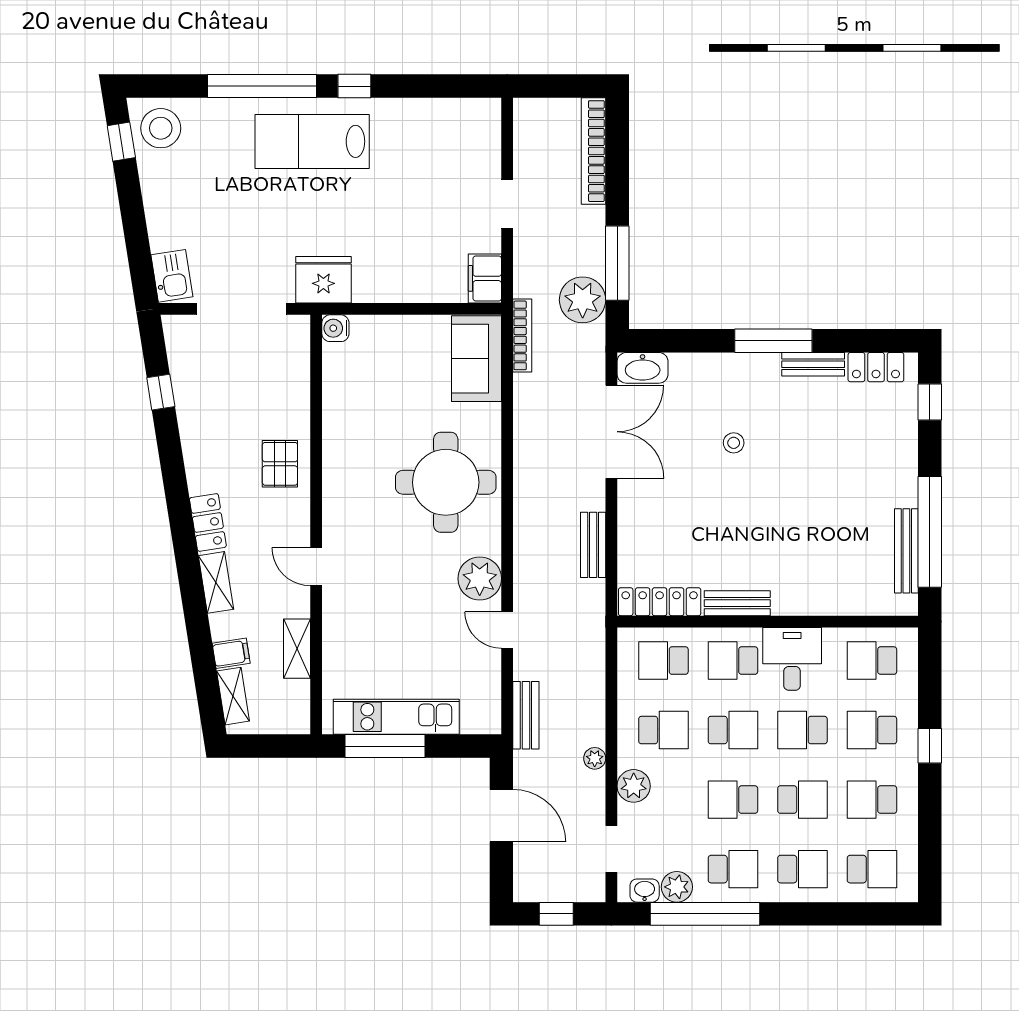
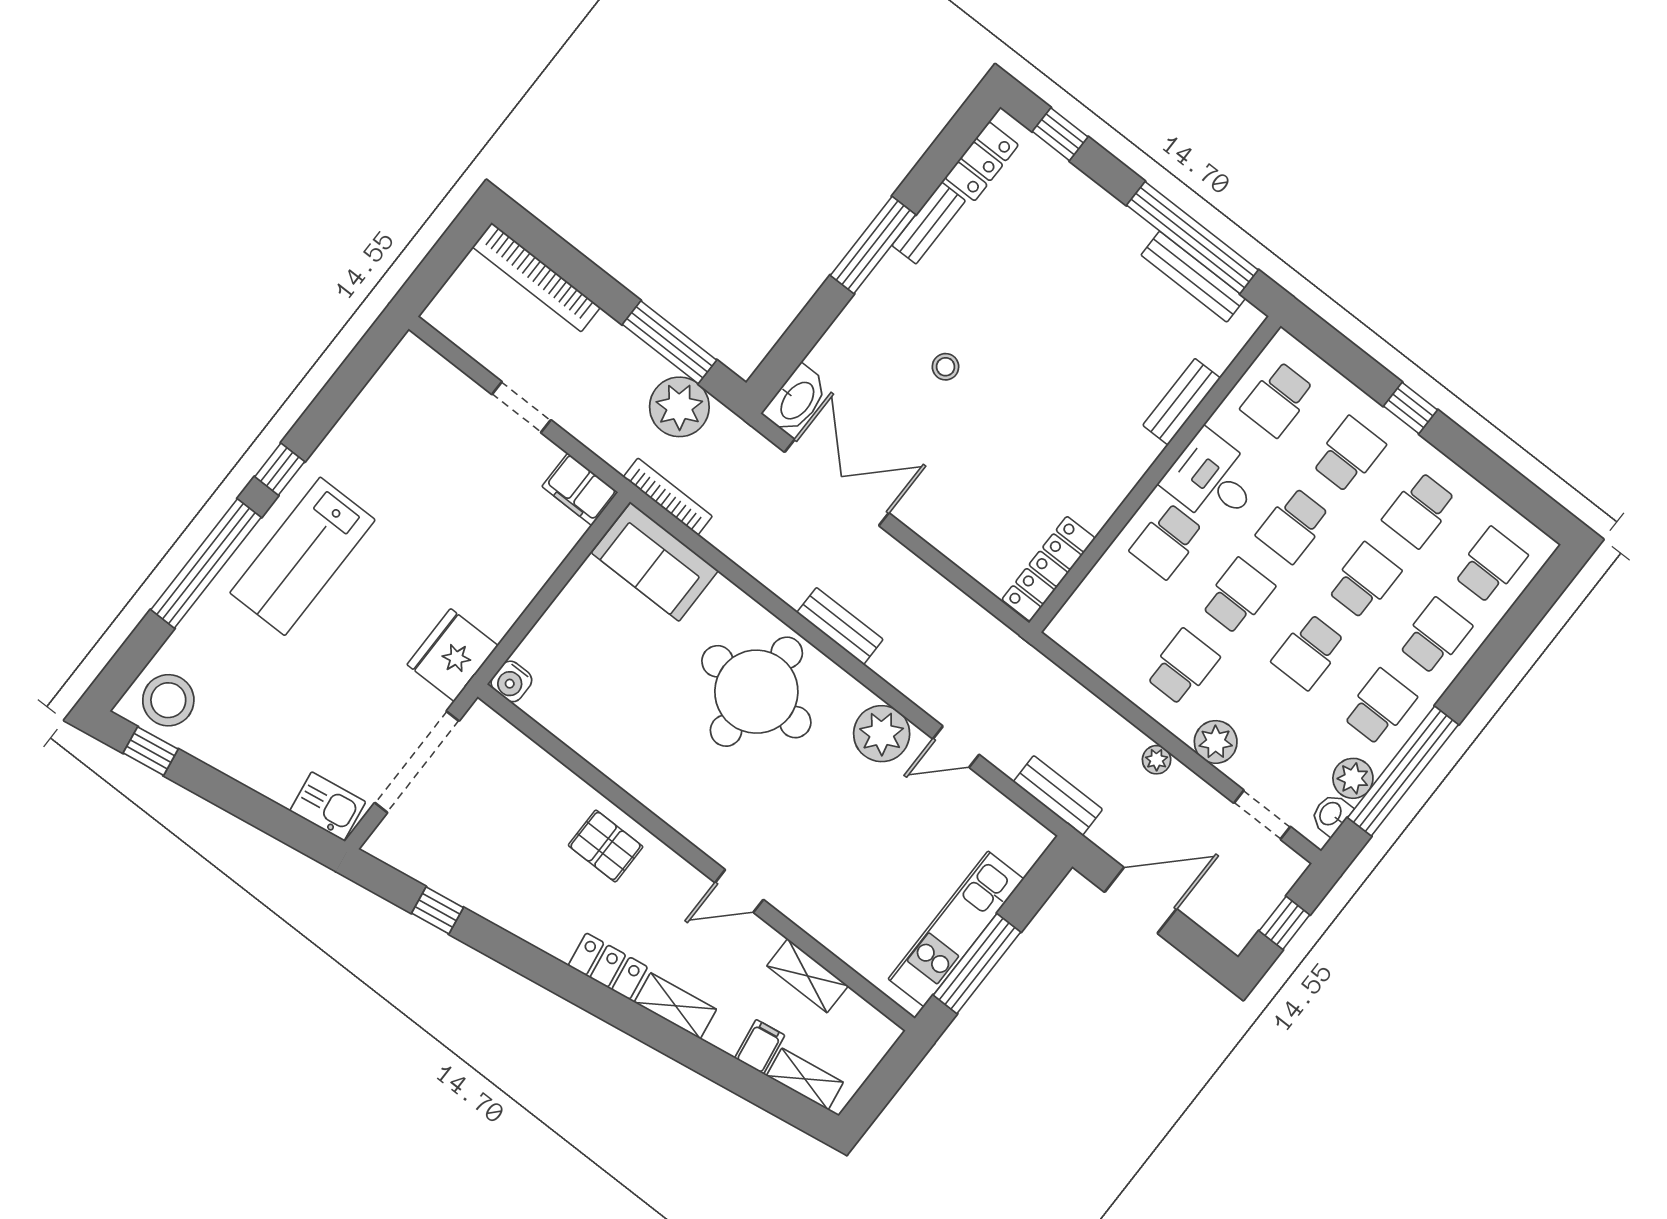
bench: (593, 545) -> (840, 626), moved
bench: (737, 603) -> (1182, 402), moved
school desk: (663, 661) -> (1112, 612), removed
school desk: (872, 730) -> (1349, 454), turned 180

